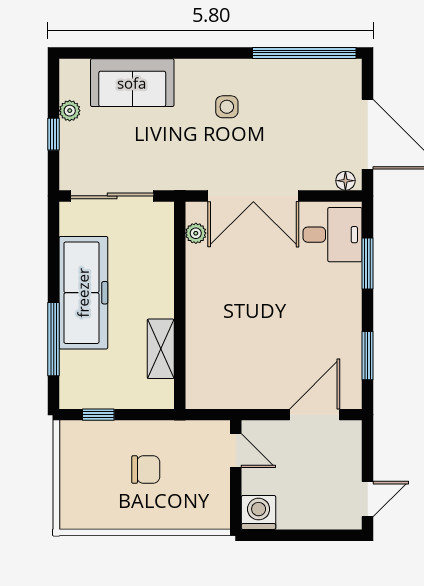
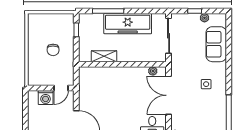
washing machine: (259, 512) -> (46, 97), moved, turned 90

